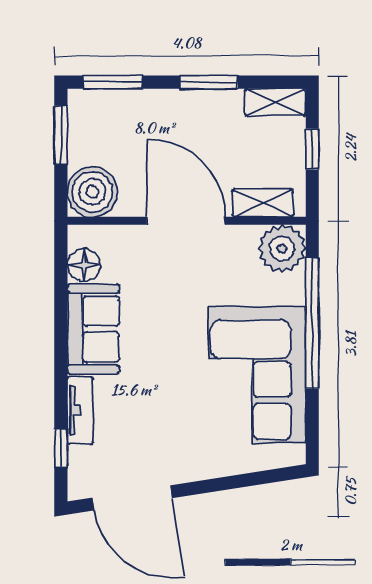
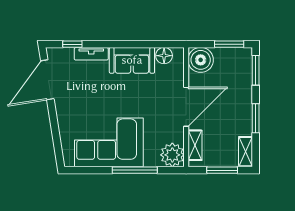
window: (312, 149) -> (222, 170), width x1.50
window: (312, 323) -> (135, 170), width x0.68

